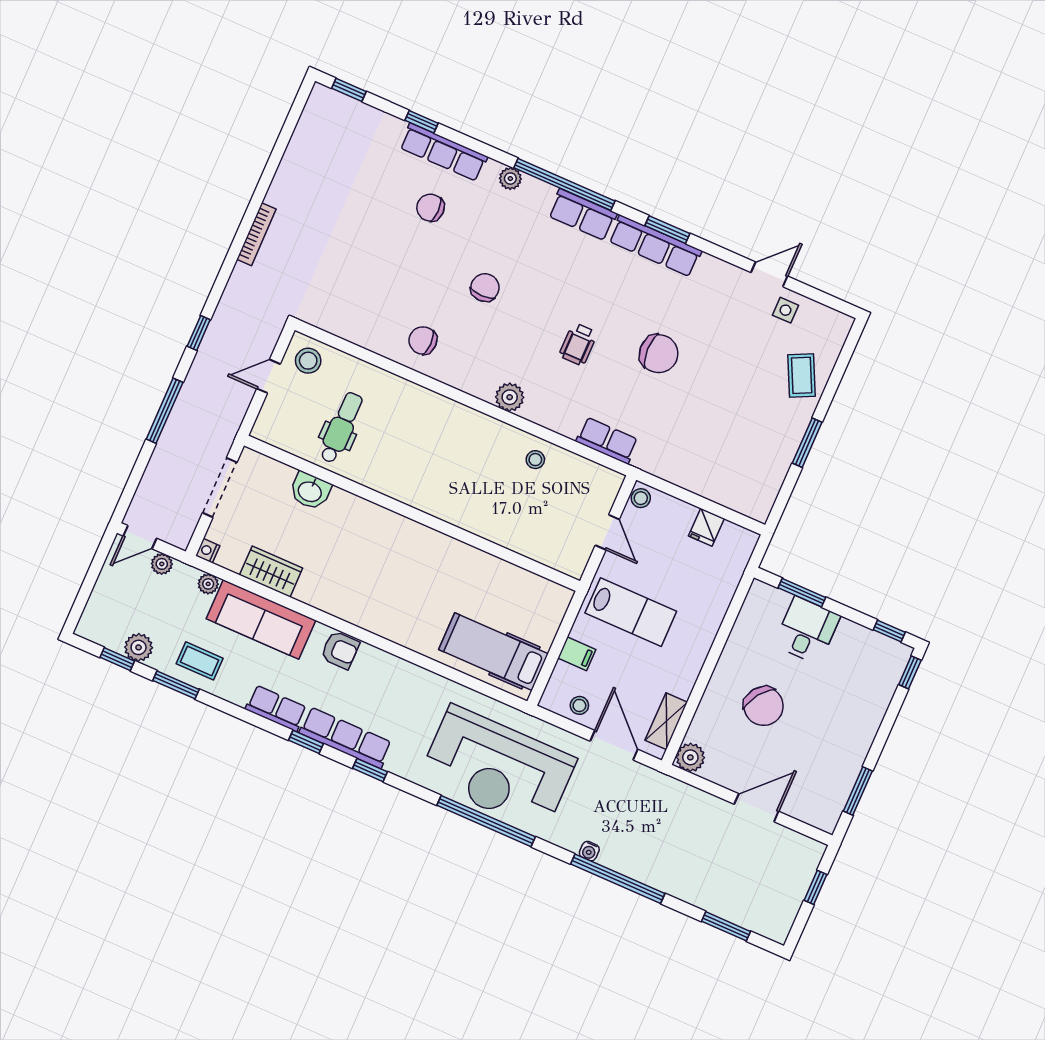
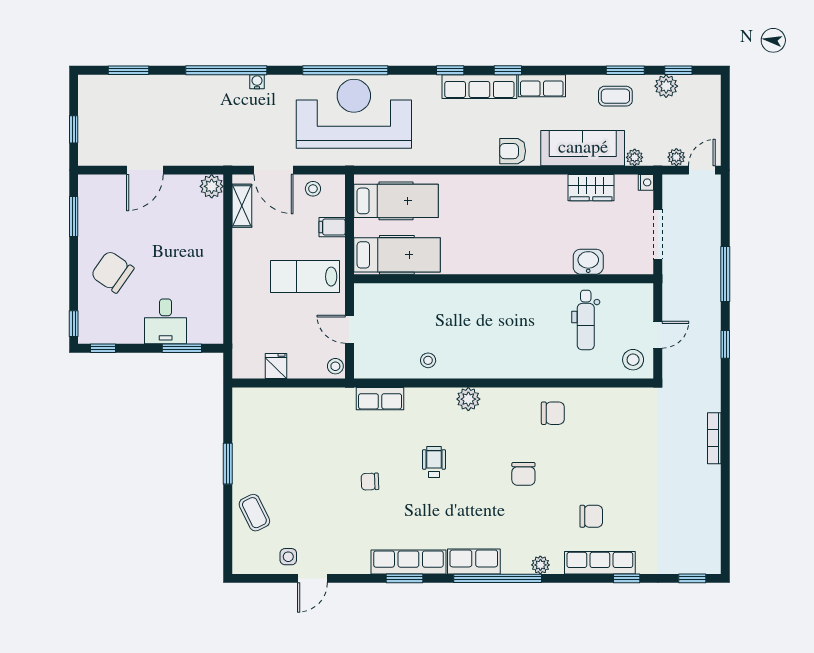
chair: (659, 354) -> (370, 482), width x0.54, depth x0.54
hospital bed: (519, 591) -> (397, 255), added
chair: (764, 706) -> (112, 272), moved

